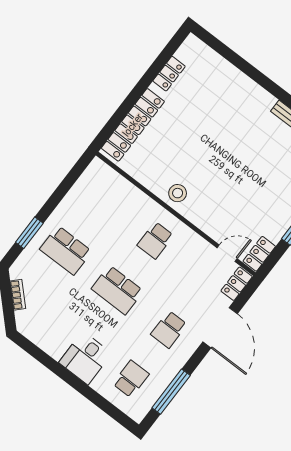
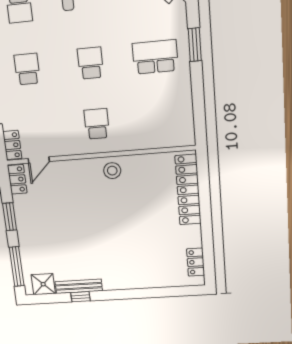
locker: (169, 74) -> (196, 262), moved
school desk: (117, 290) -> (90, 63), width x0.54

